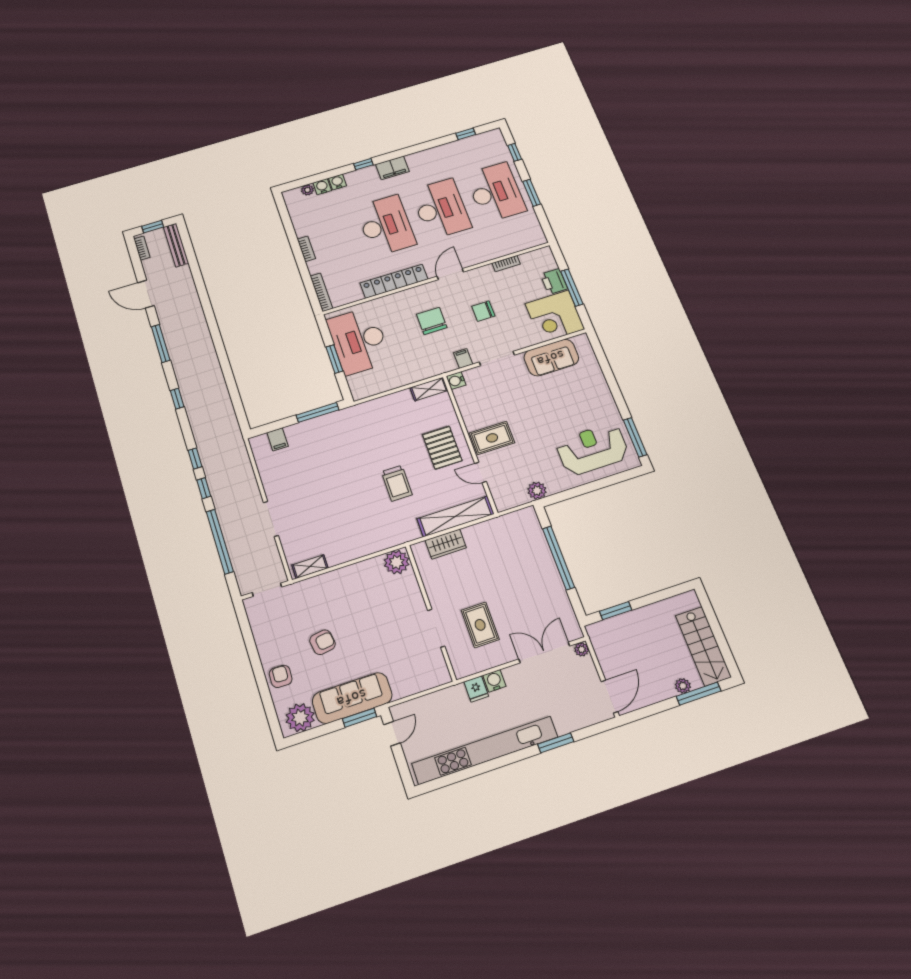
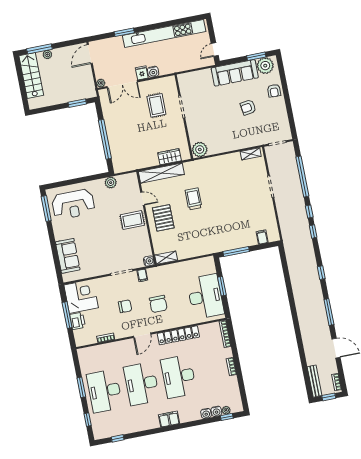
window: (363, 164) -> (227, 417), moved
sofa: (551, 358) -> (68, 256), moved, turned 90
fridge: (476, 689) -> (142, 73), moved
window: (359, 718) -> (256, 56), moved

